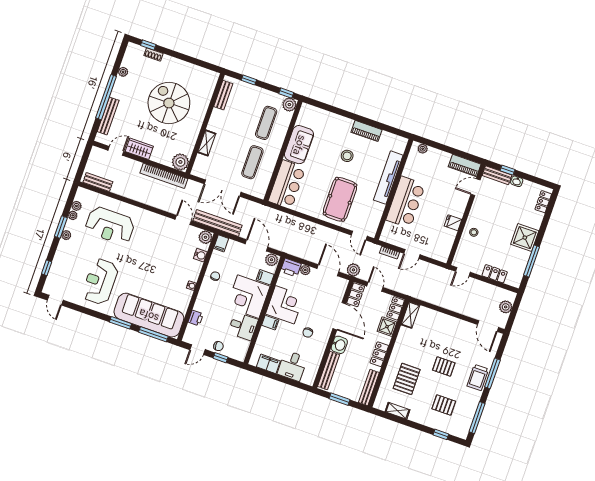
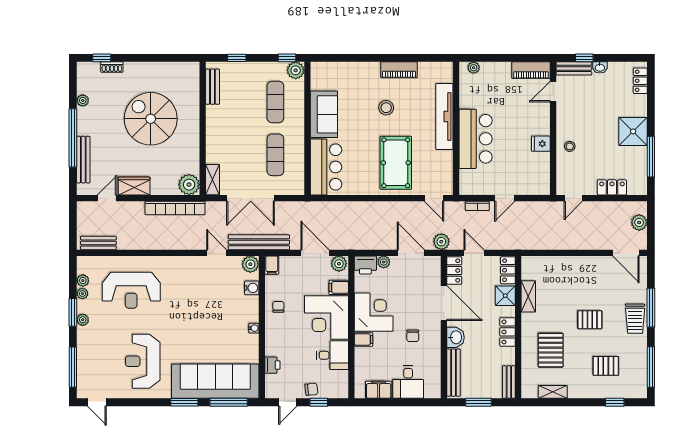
shelving: (207, 143) -> (213, 180), moved
window: (47, 268) -> (73, 367), width x2.17
shelving: (410, 315) -> (528, 296), moved
bench: (369, 387) -> (509, 382), width x0.73

